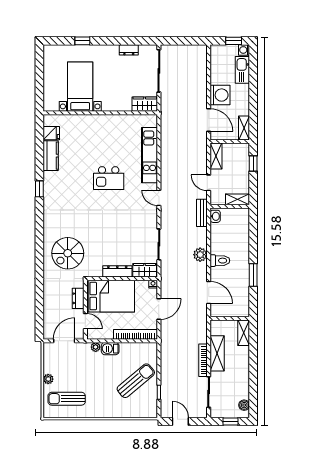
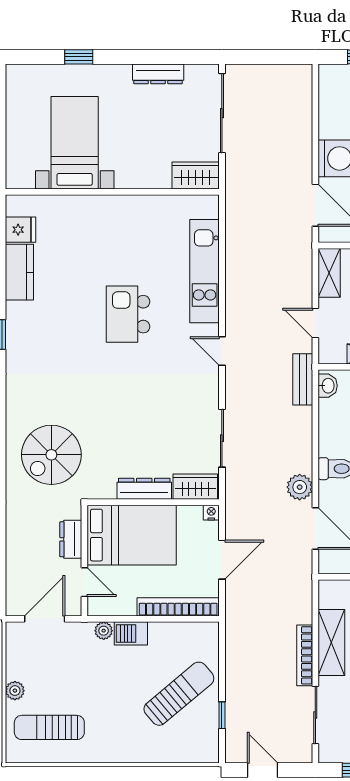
dresser: (129, 50) -> (158, 74), width x1.44
kitchen island: (109, 178) -> (128, 314), turned 90
plant: (200, 255) -> (300, 487), moved

